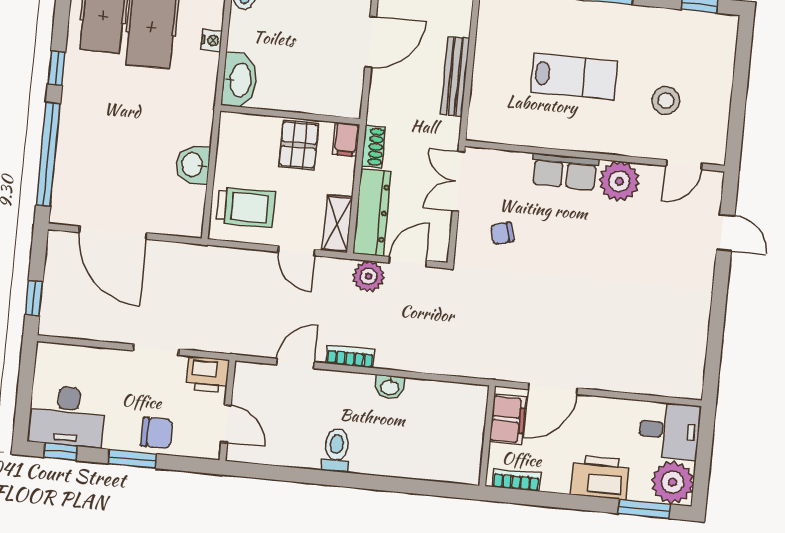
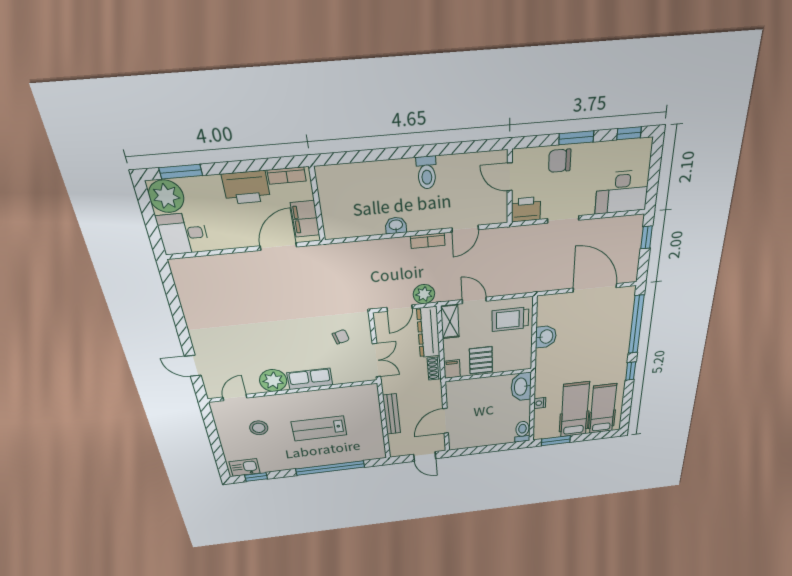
kitchen sink: (711, 28) -> (245, 467), added
desk: (67, 416) -> (622, 192), moved, turned 180
printer: (600, 477) -> (246, 187), moved

